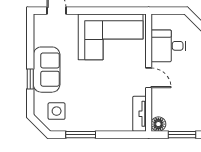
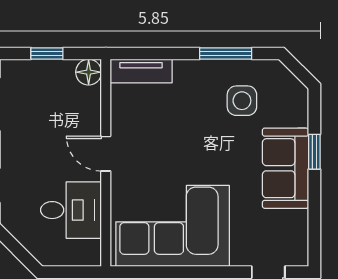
side table: (57, 111) -> (242, 101), moved
tv unit: (139, 114) -> (141, 71), moved, turned 90
window: (182, 135) -> (47, 54), width x0.67

